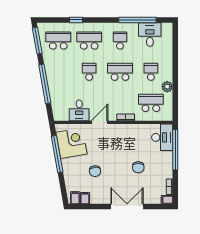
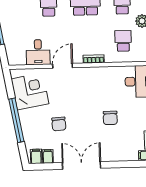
school desk: (151, 103) -> (123, 41), width x0.54
window: (57, 154) -> (16, 120), moved
double door: (127, 207) -> (81, 165), moved

